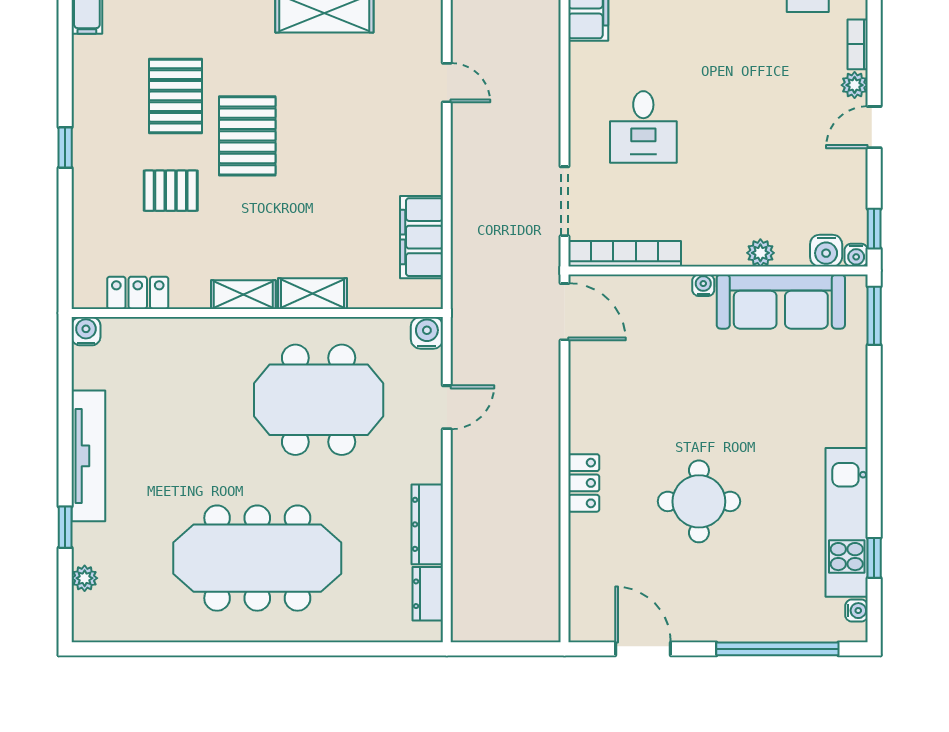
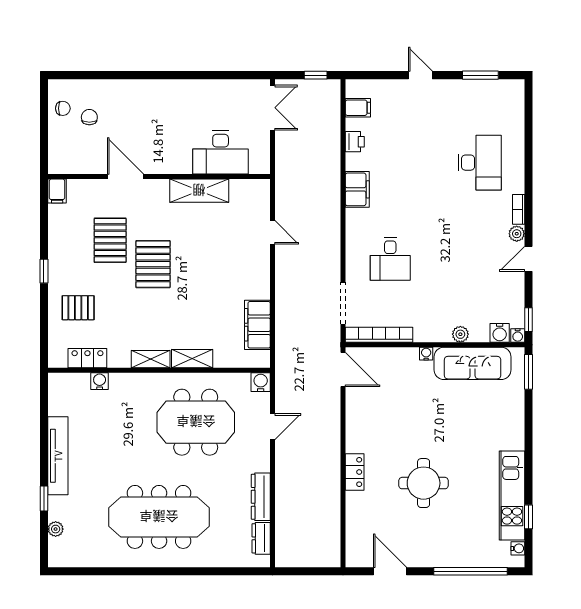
pallet: (171, 191) -> (78, 308), moved
water cooler: (86, 331) -> (100, 381), moved

